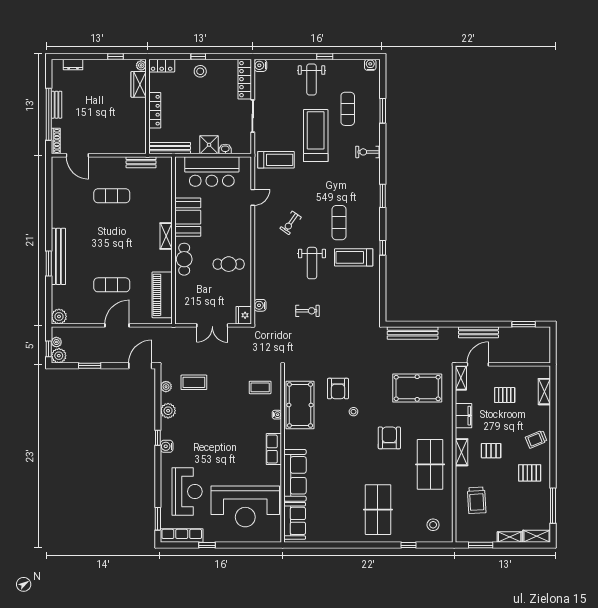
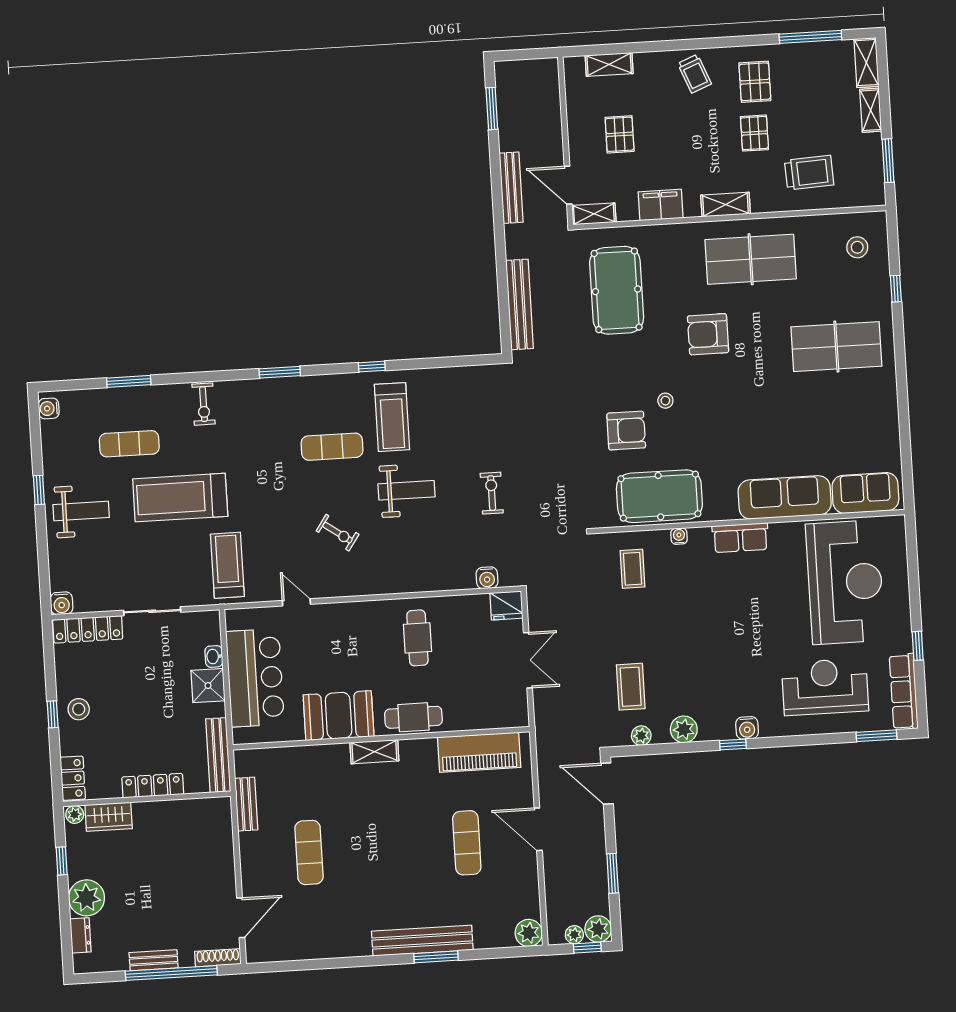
plant: (94, 69) -> (87, 898), added
pallet: (491, 451) -> (754, 133), moved

